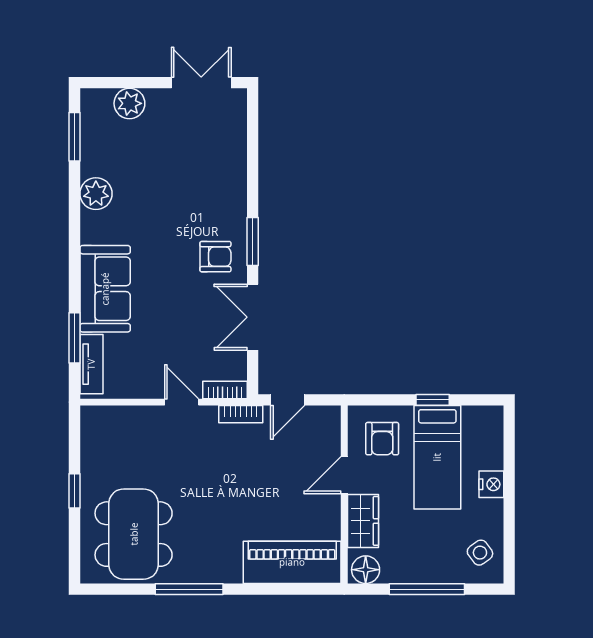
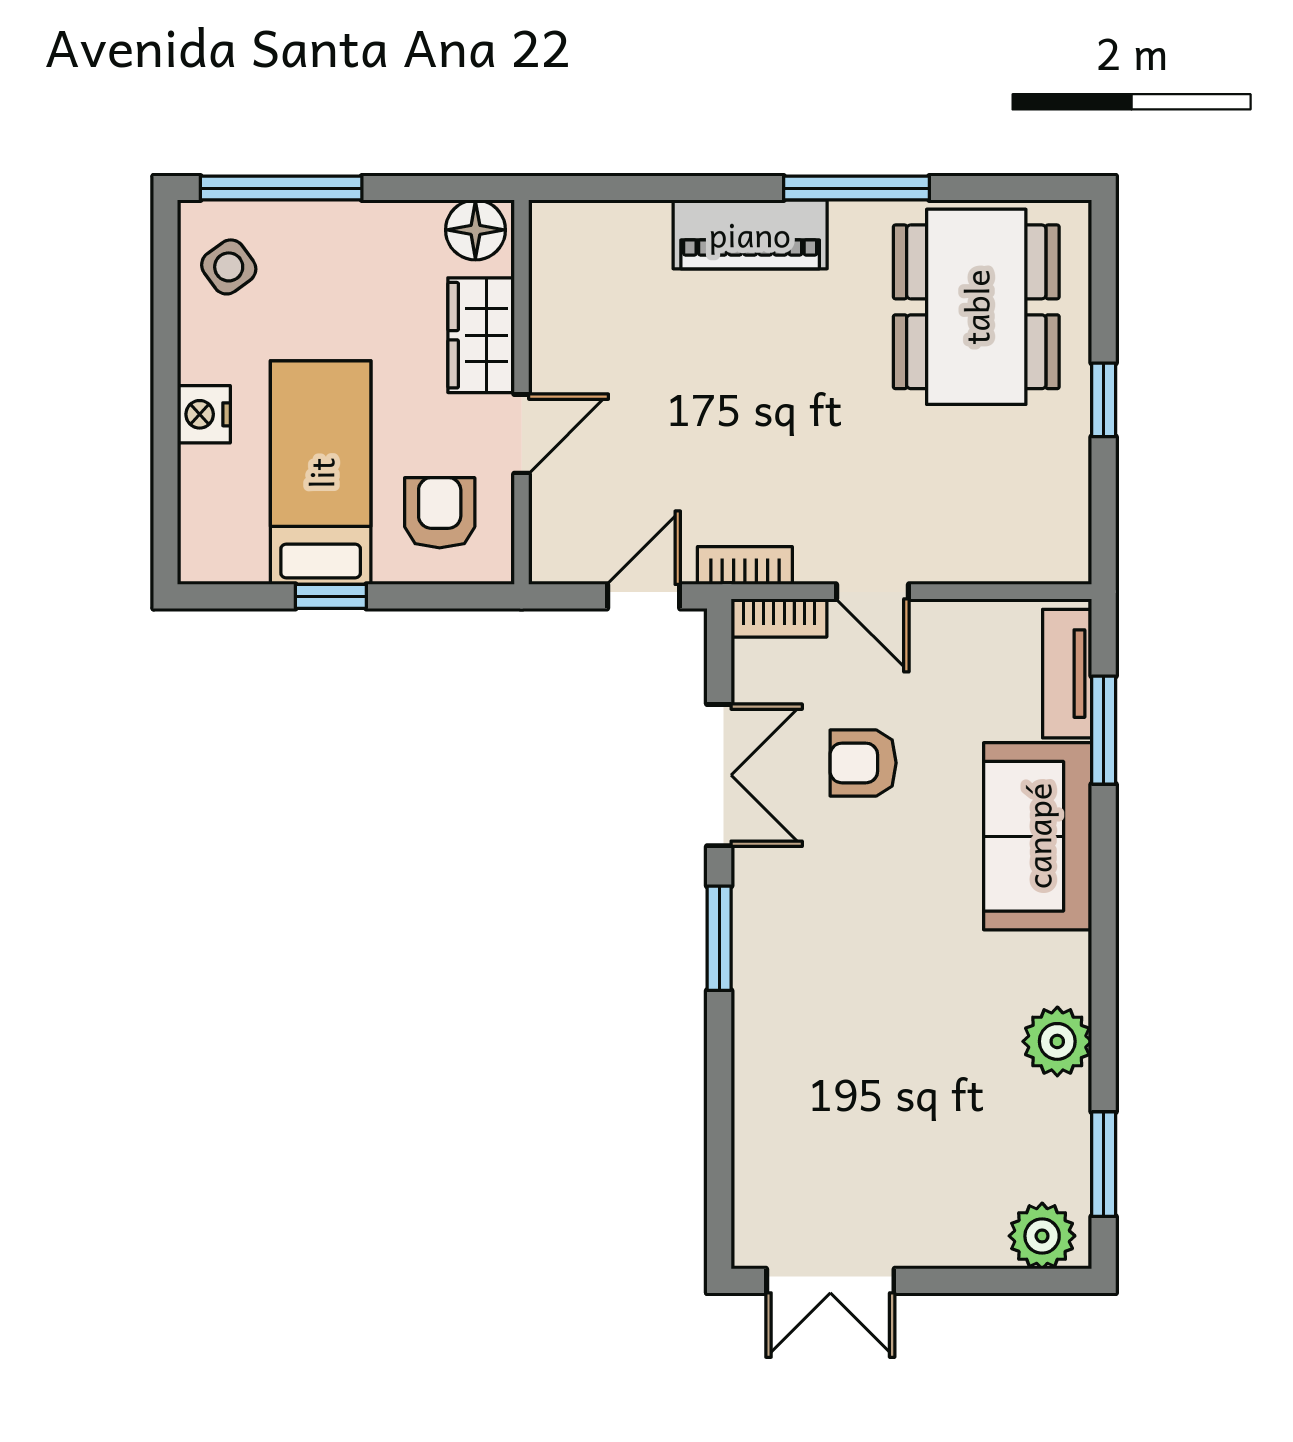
plant: (129, 103) -> (1042, 1236), moved
armchair: (215, 257) -> (863, 763), moved
piano: (292, 562) -> (750, 234), moved, width x0.73, depth x0.75
window: (427, 589) -> (281, 188), moved

